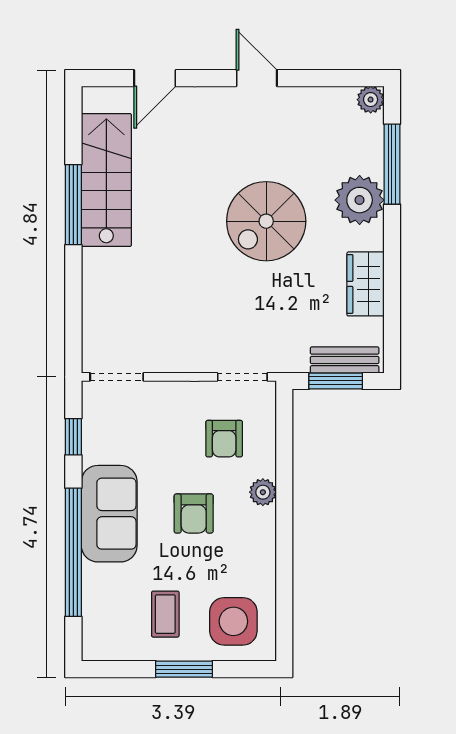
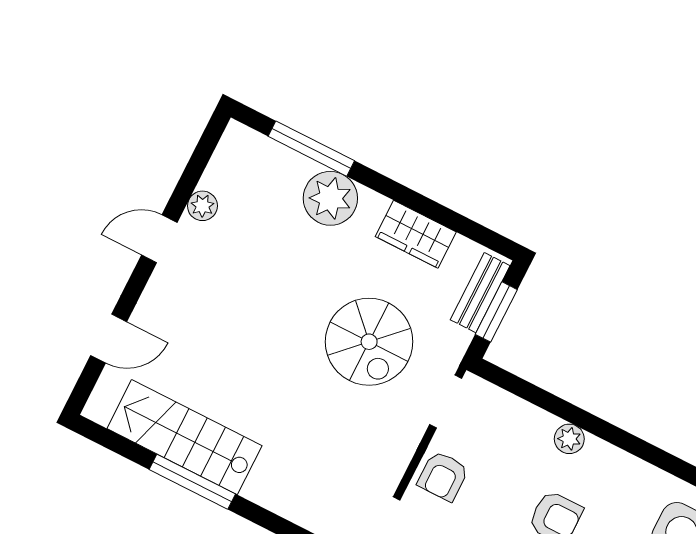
door: (155, 78) -> (109, 339), hinge flipped
plant: (371, 100) -> (202, 206), moved
spiral stairs: (266, 221) -> (369, 342), moved
armchair: (224, 439) -> (443, 476), moved, turned 90

